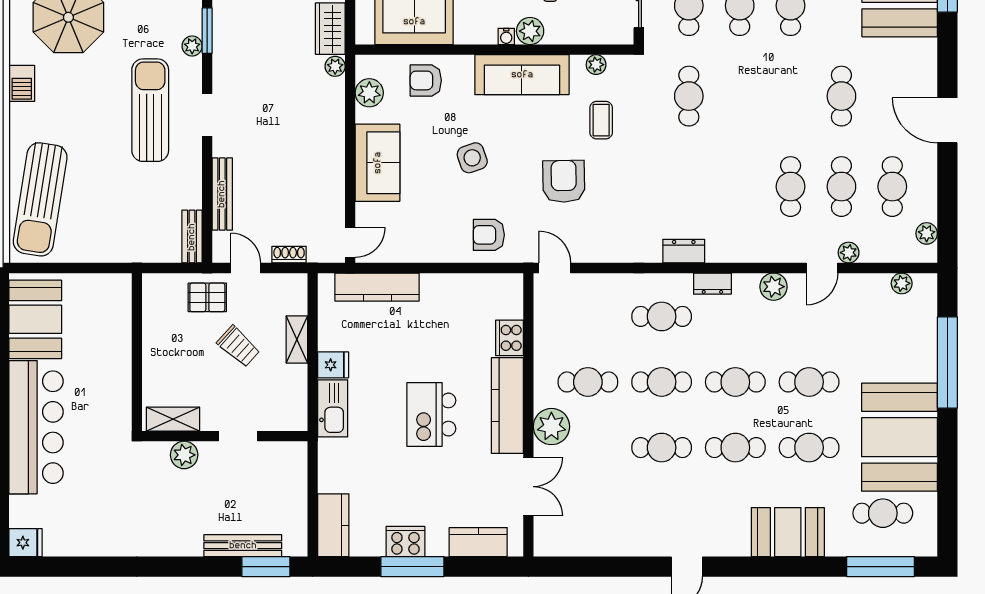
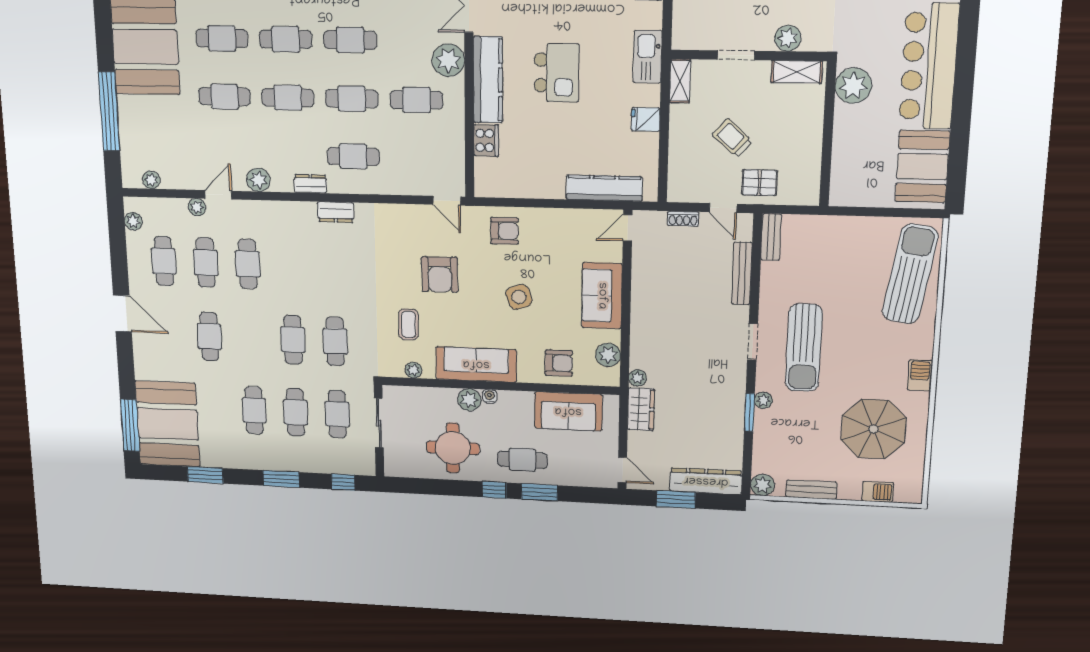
cafe table: (740, 96) -> (293, 340), added
shelving: (297, 339) -> (680, 81), moved
plant: (113, 405) -> (853, 86), added
kitchen sink: (333, 408) -> (648, 57), moved

